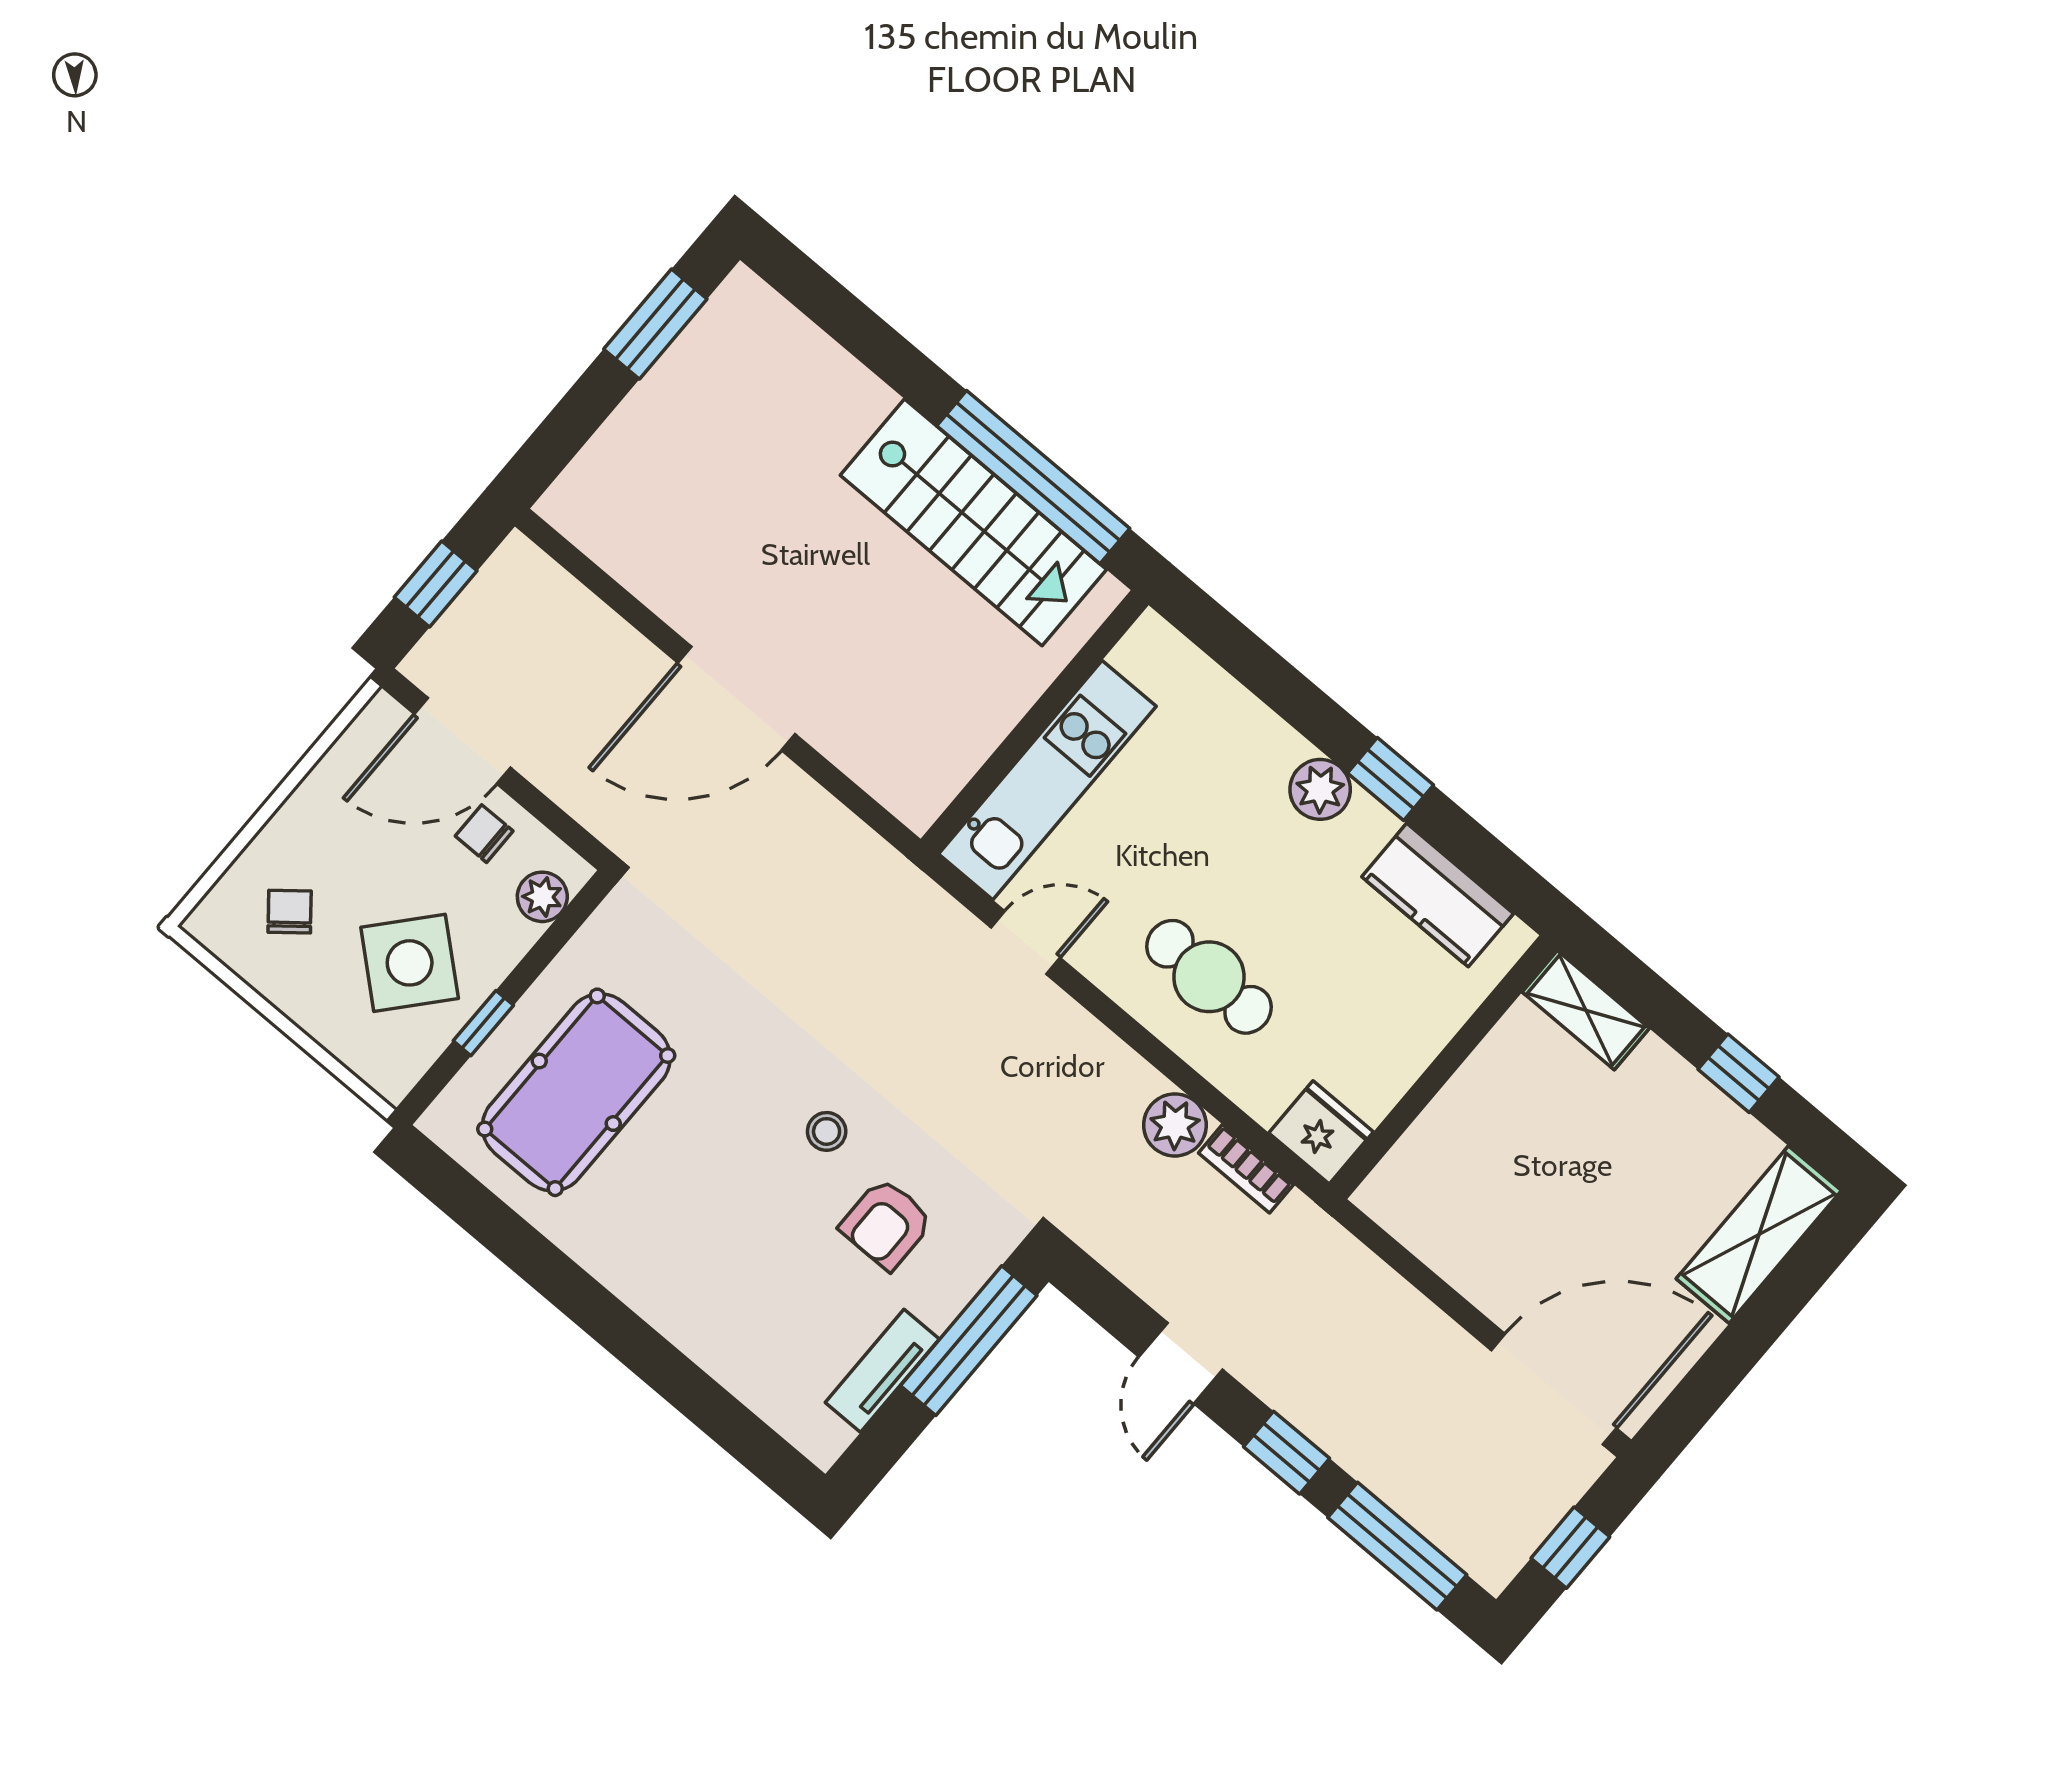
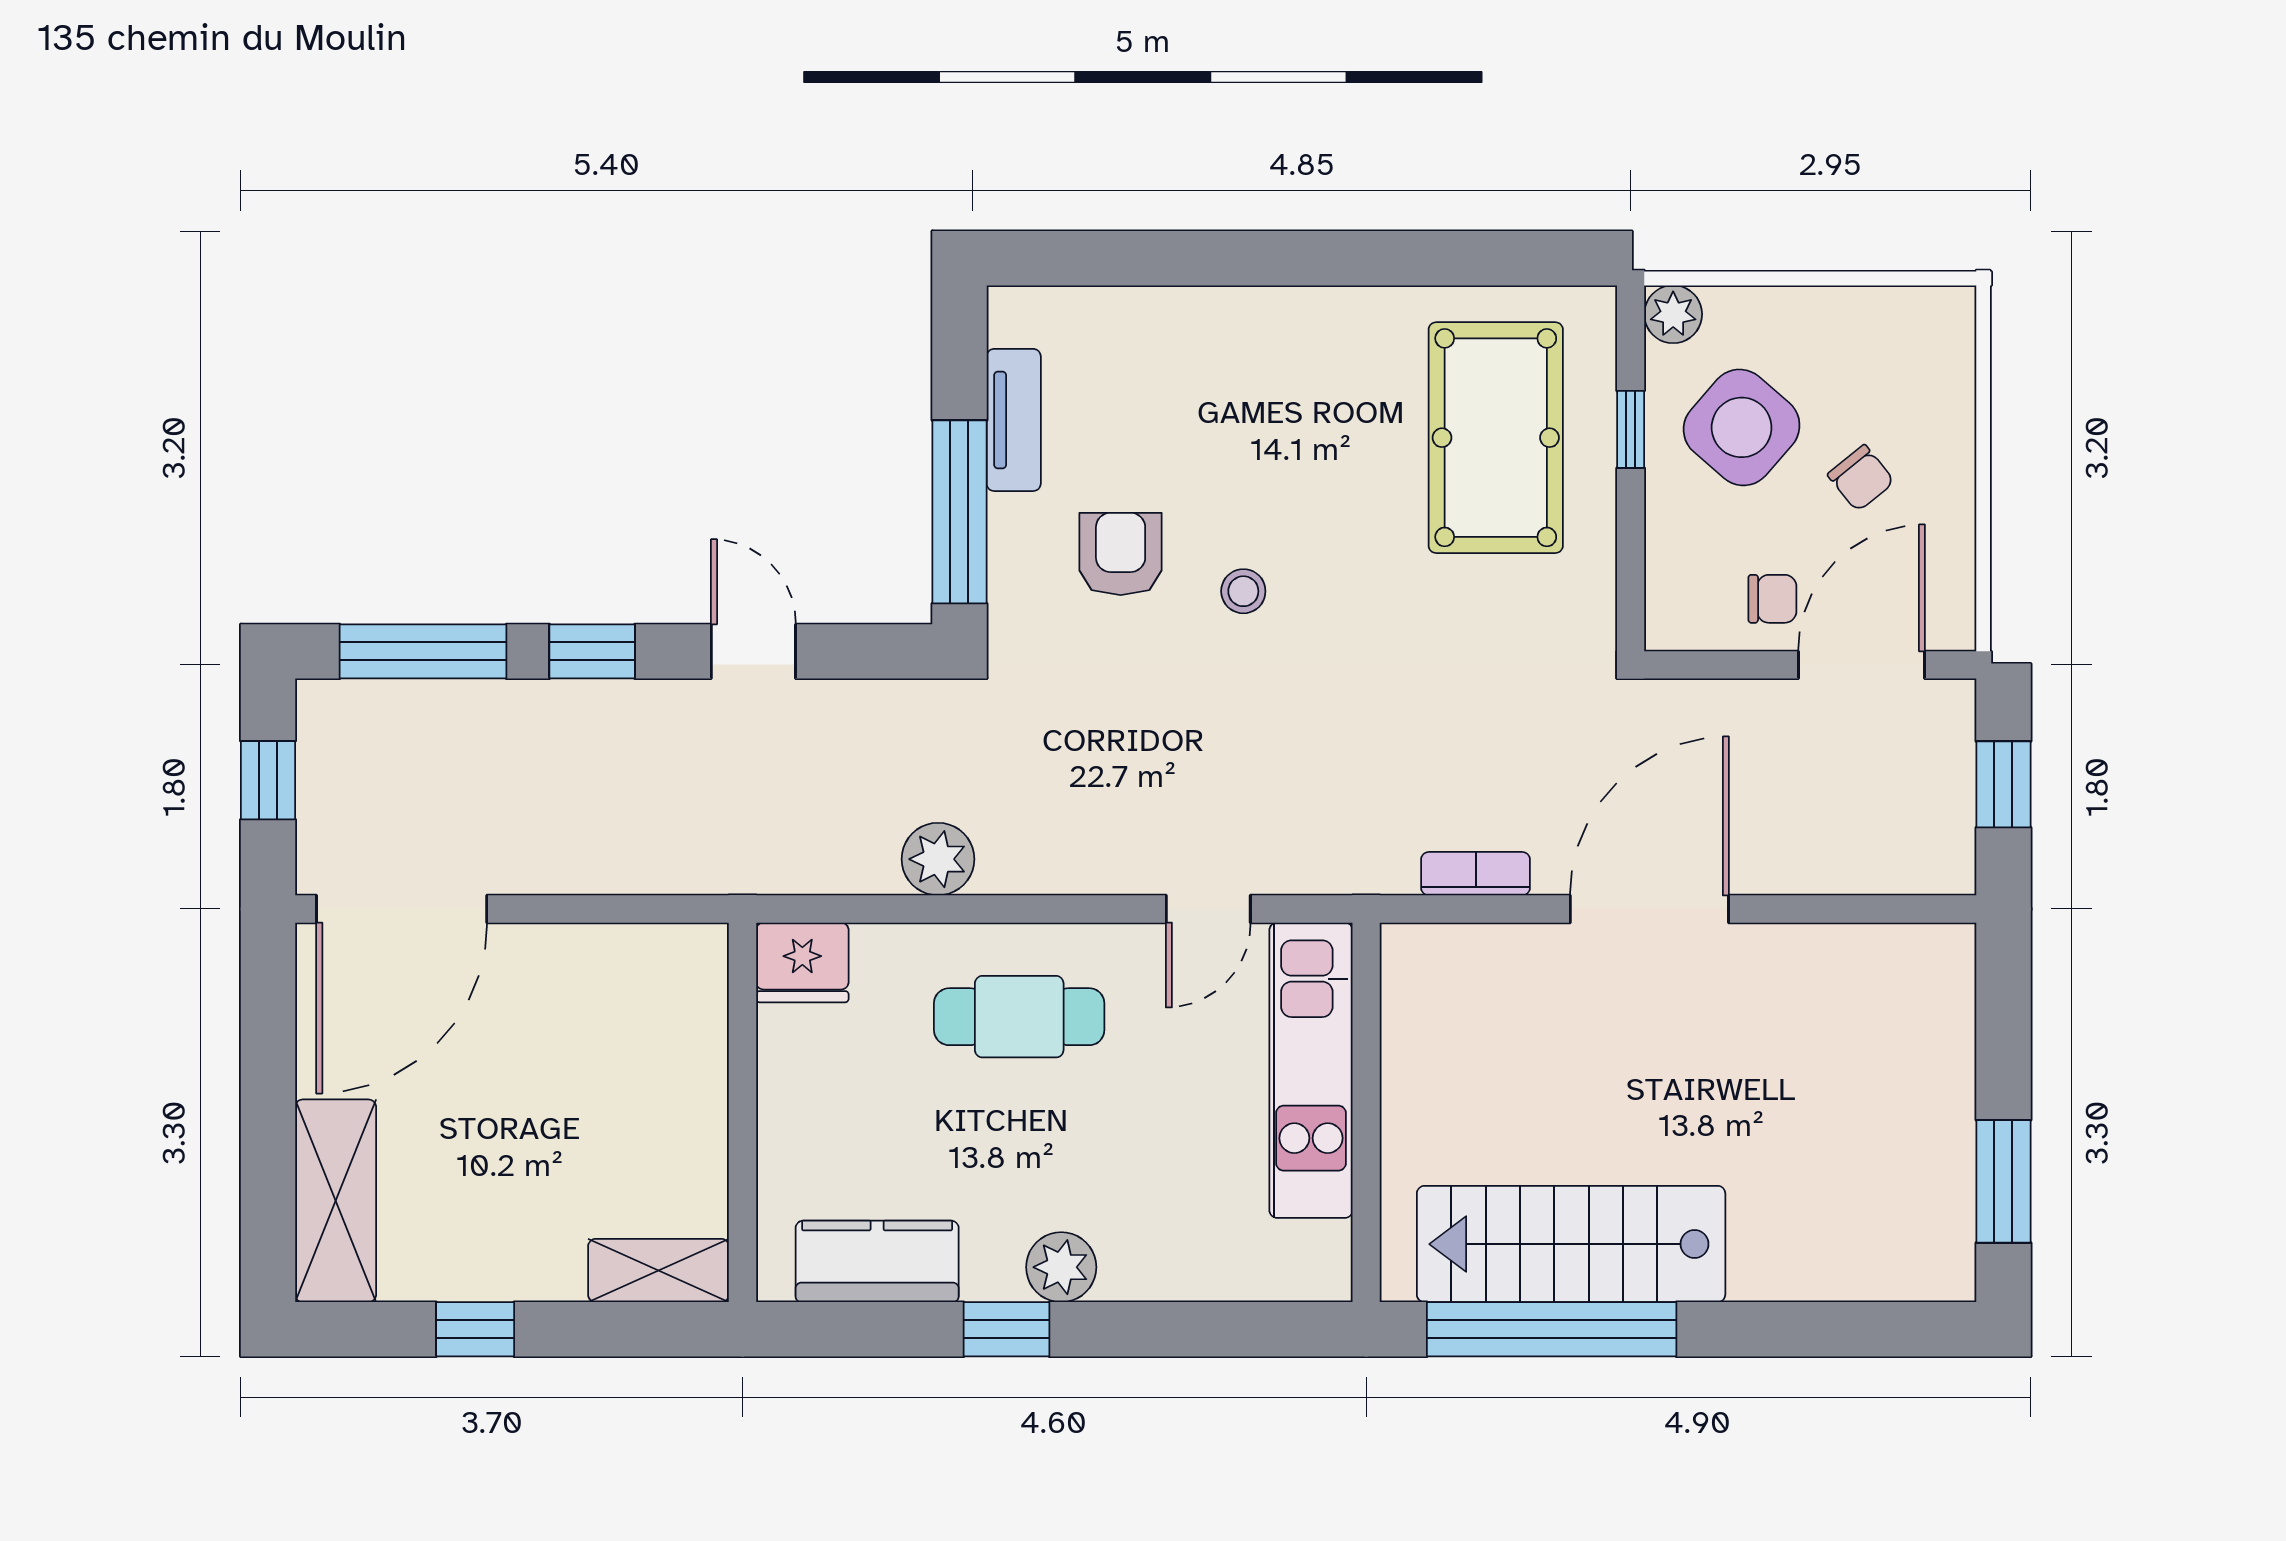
plant: (542, 897) -> (1673, 314), moved
chair: (290, 912) -> (1861, 478), moved
bookcase: (1246, 1169) -> (1476, 874), moved

